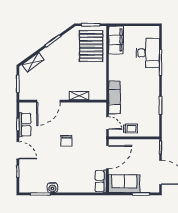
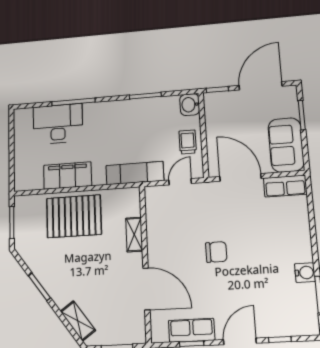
filing cabinet: (116, 40) -> (68, 176), moved
pallet: (91, 46) -> (74, 216), moved
washbasin: (153, 131) -> (190, 105), added

